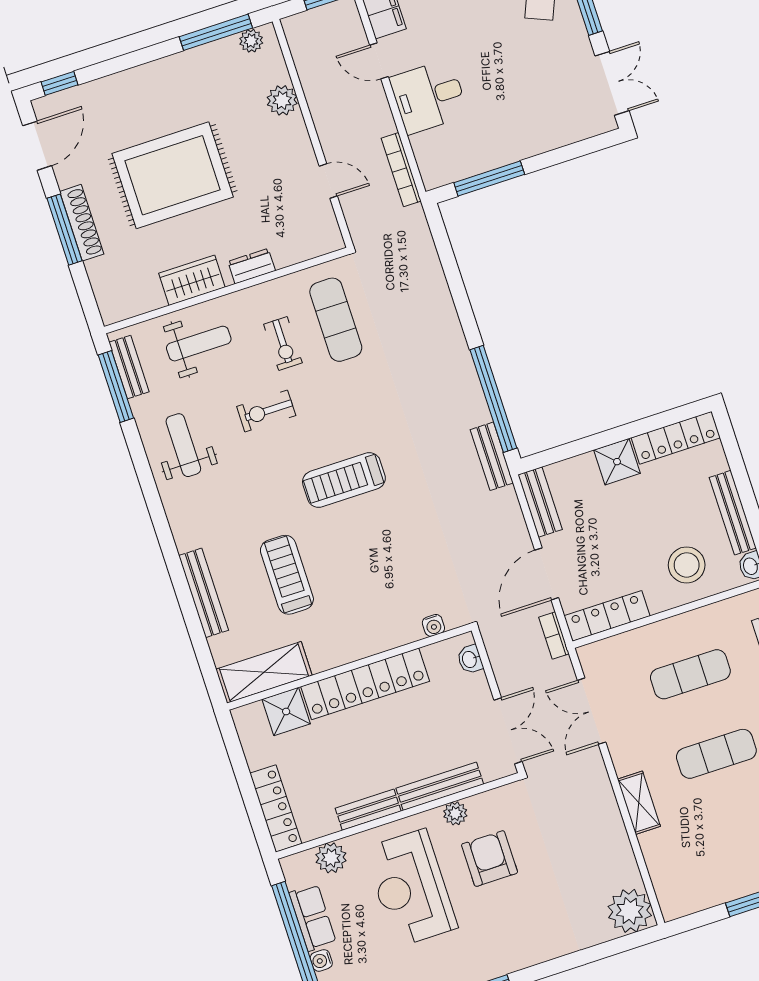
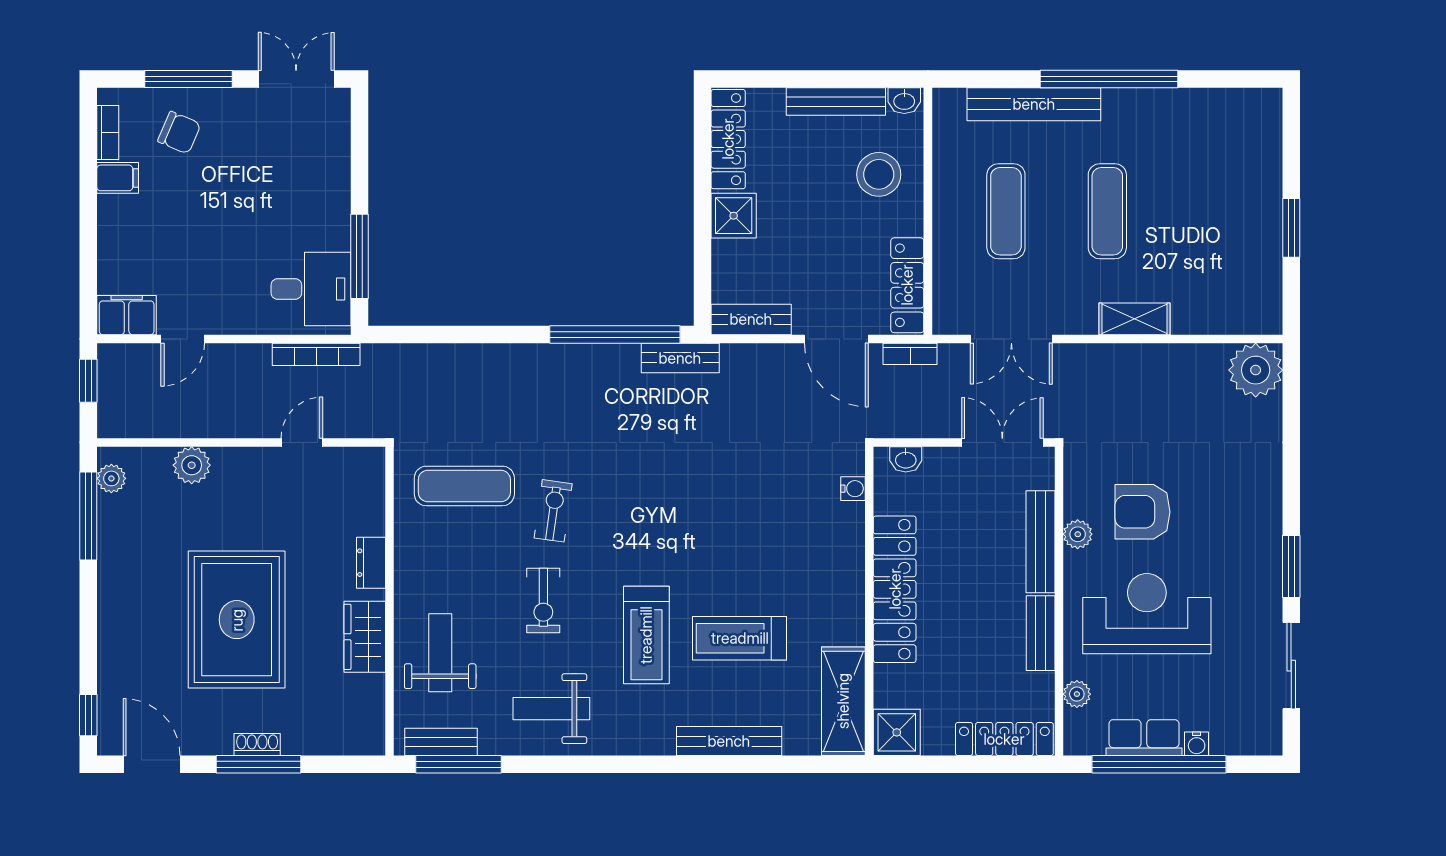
desk: (429, 97) -> (311, 289), moved, turned -90
shoe rack: (82, 223) -> (257, 745), width x0.51, depth x0.81
exercise bike: (283, 344) -> (553, 511), moved, turned -82
treadmill: (344, 480) -> (646, 635), moved
shower: (286, 711) -> (897, 732), moved
plant: (331, 858) -> (1077, 694), width x0.73, depth x0.73
reception desk: (411, 888) -> (1147, 614), turned 180

